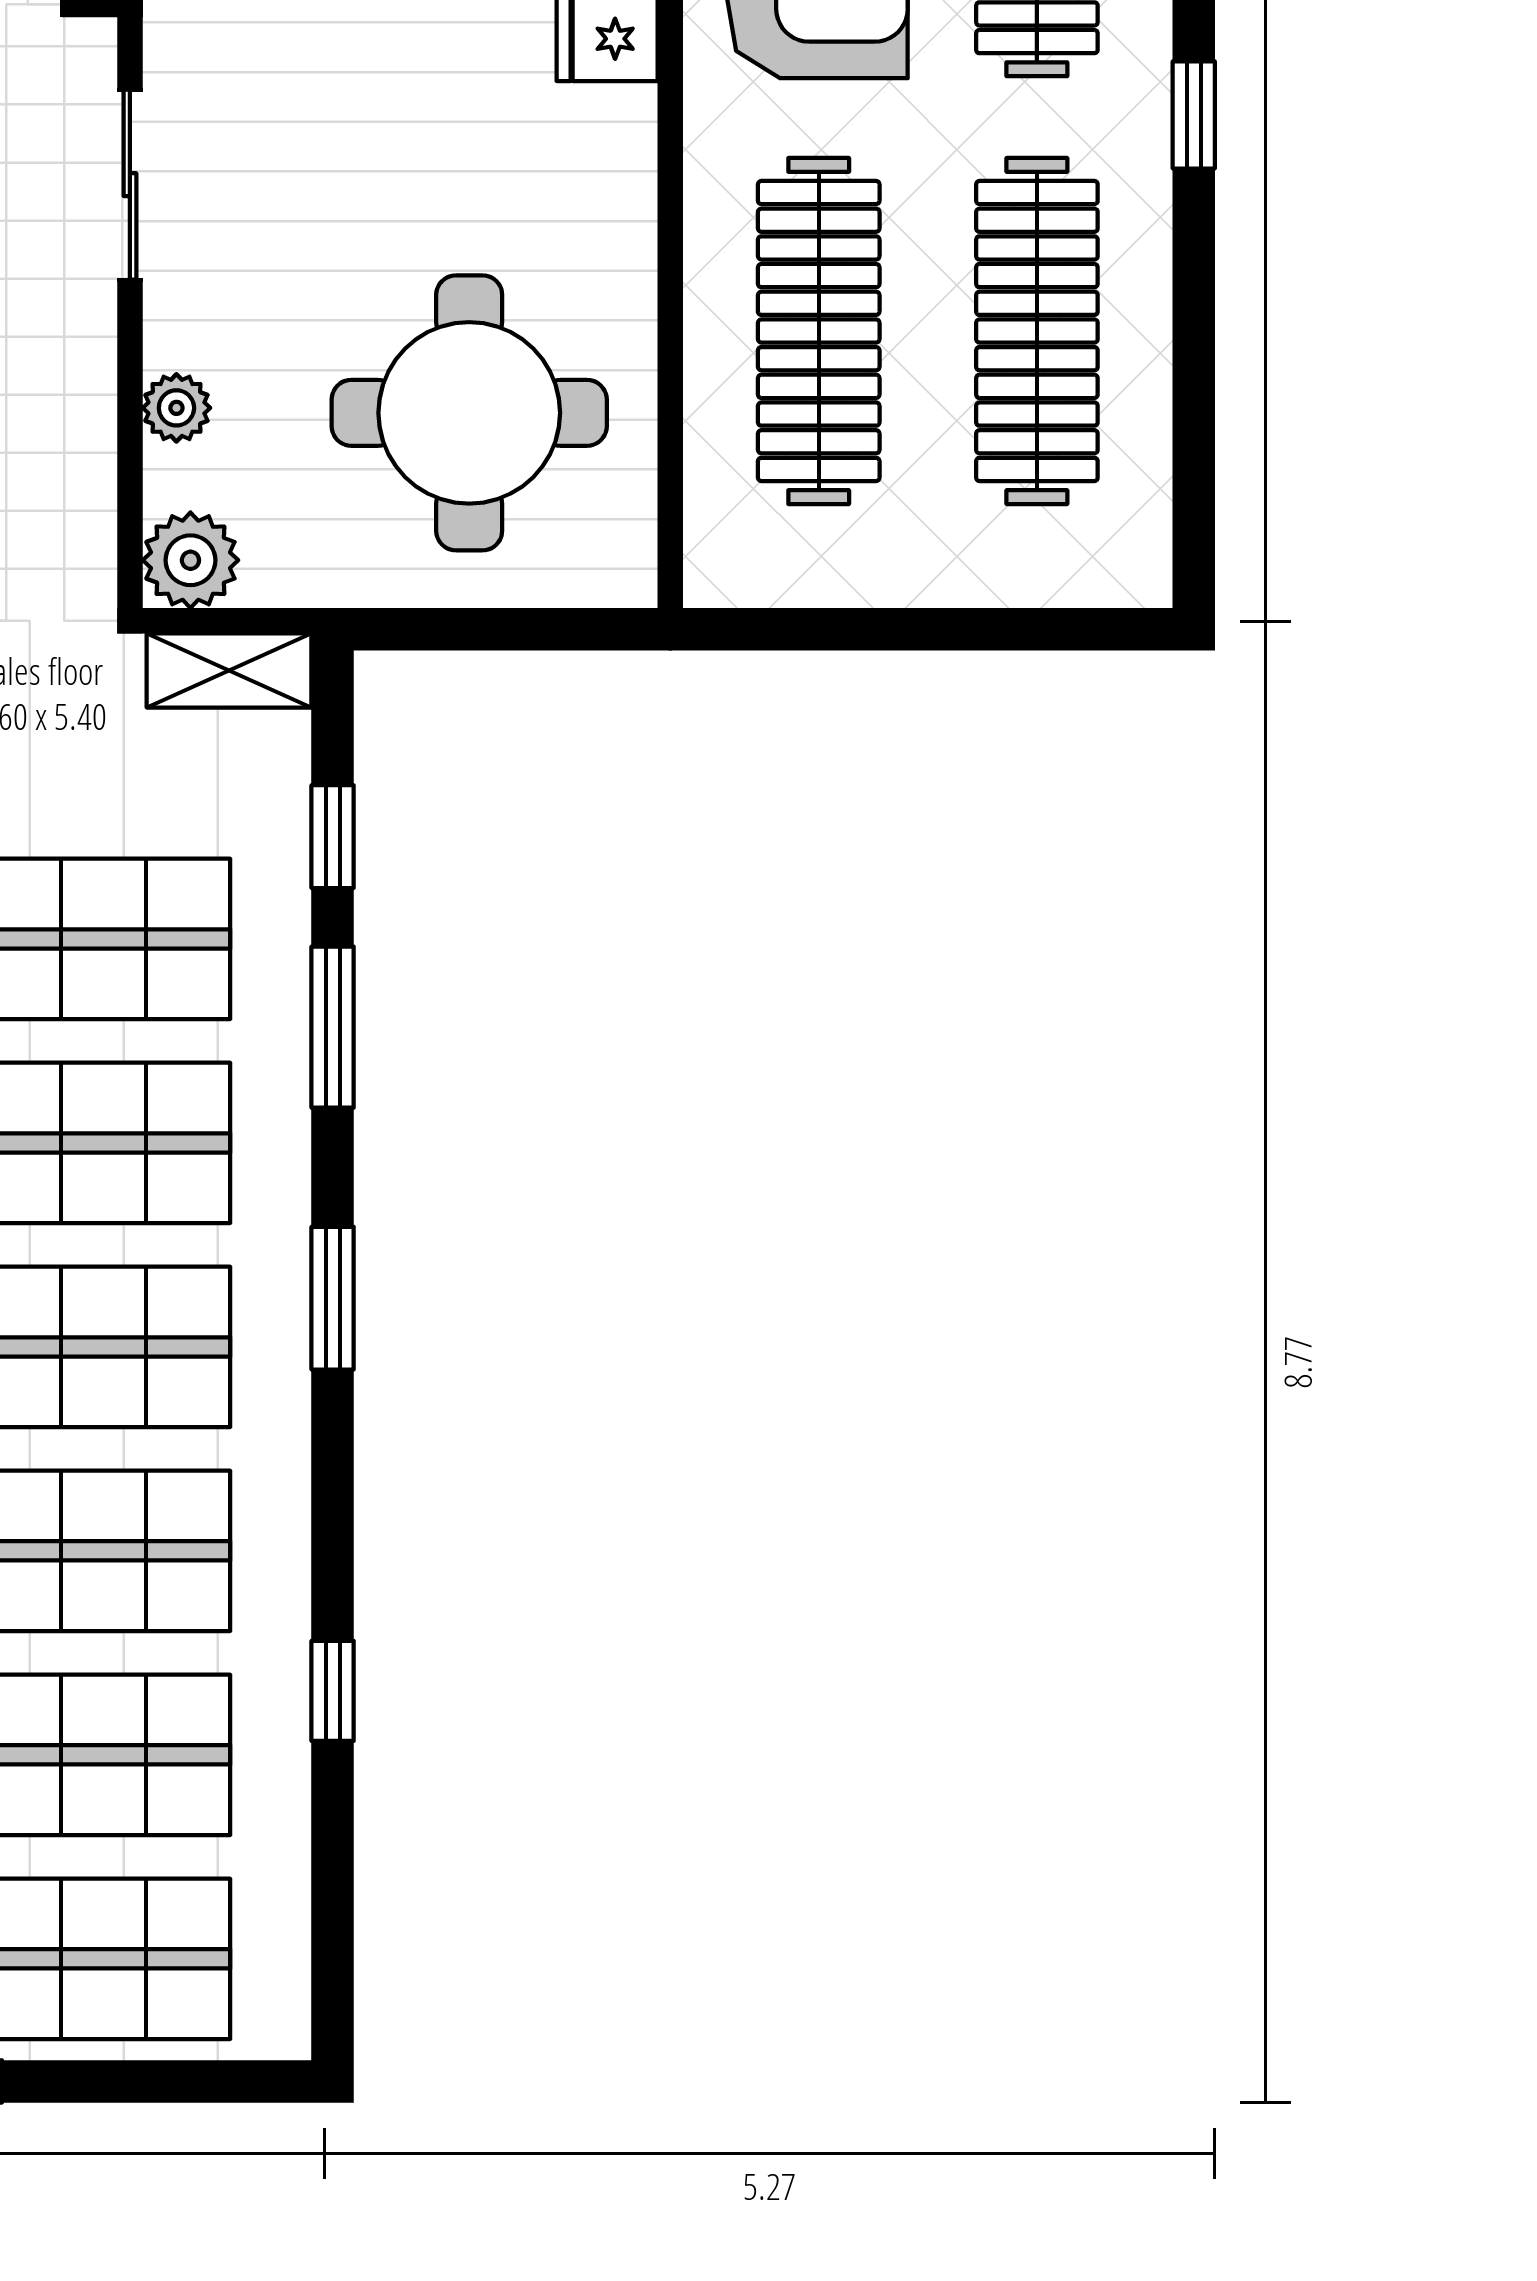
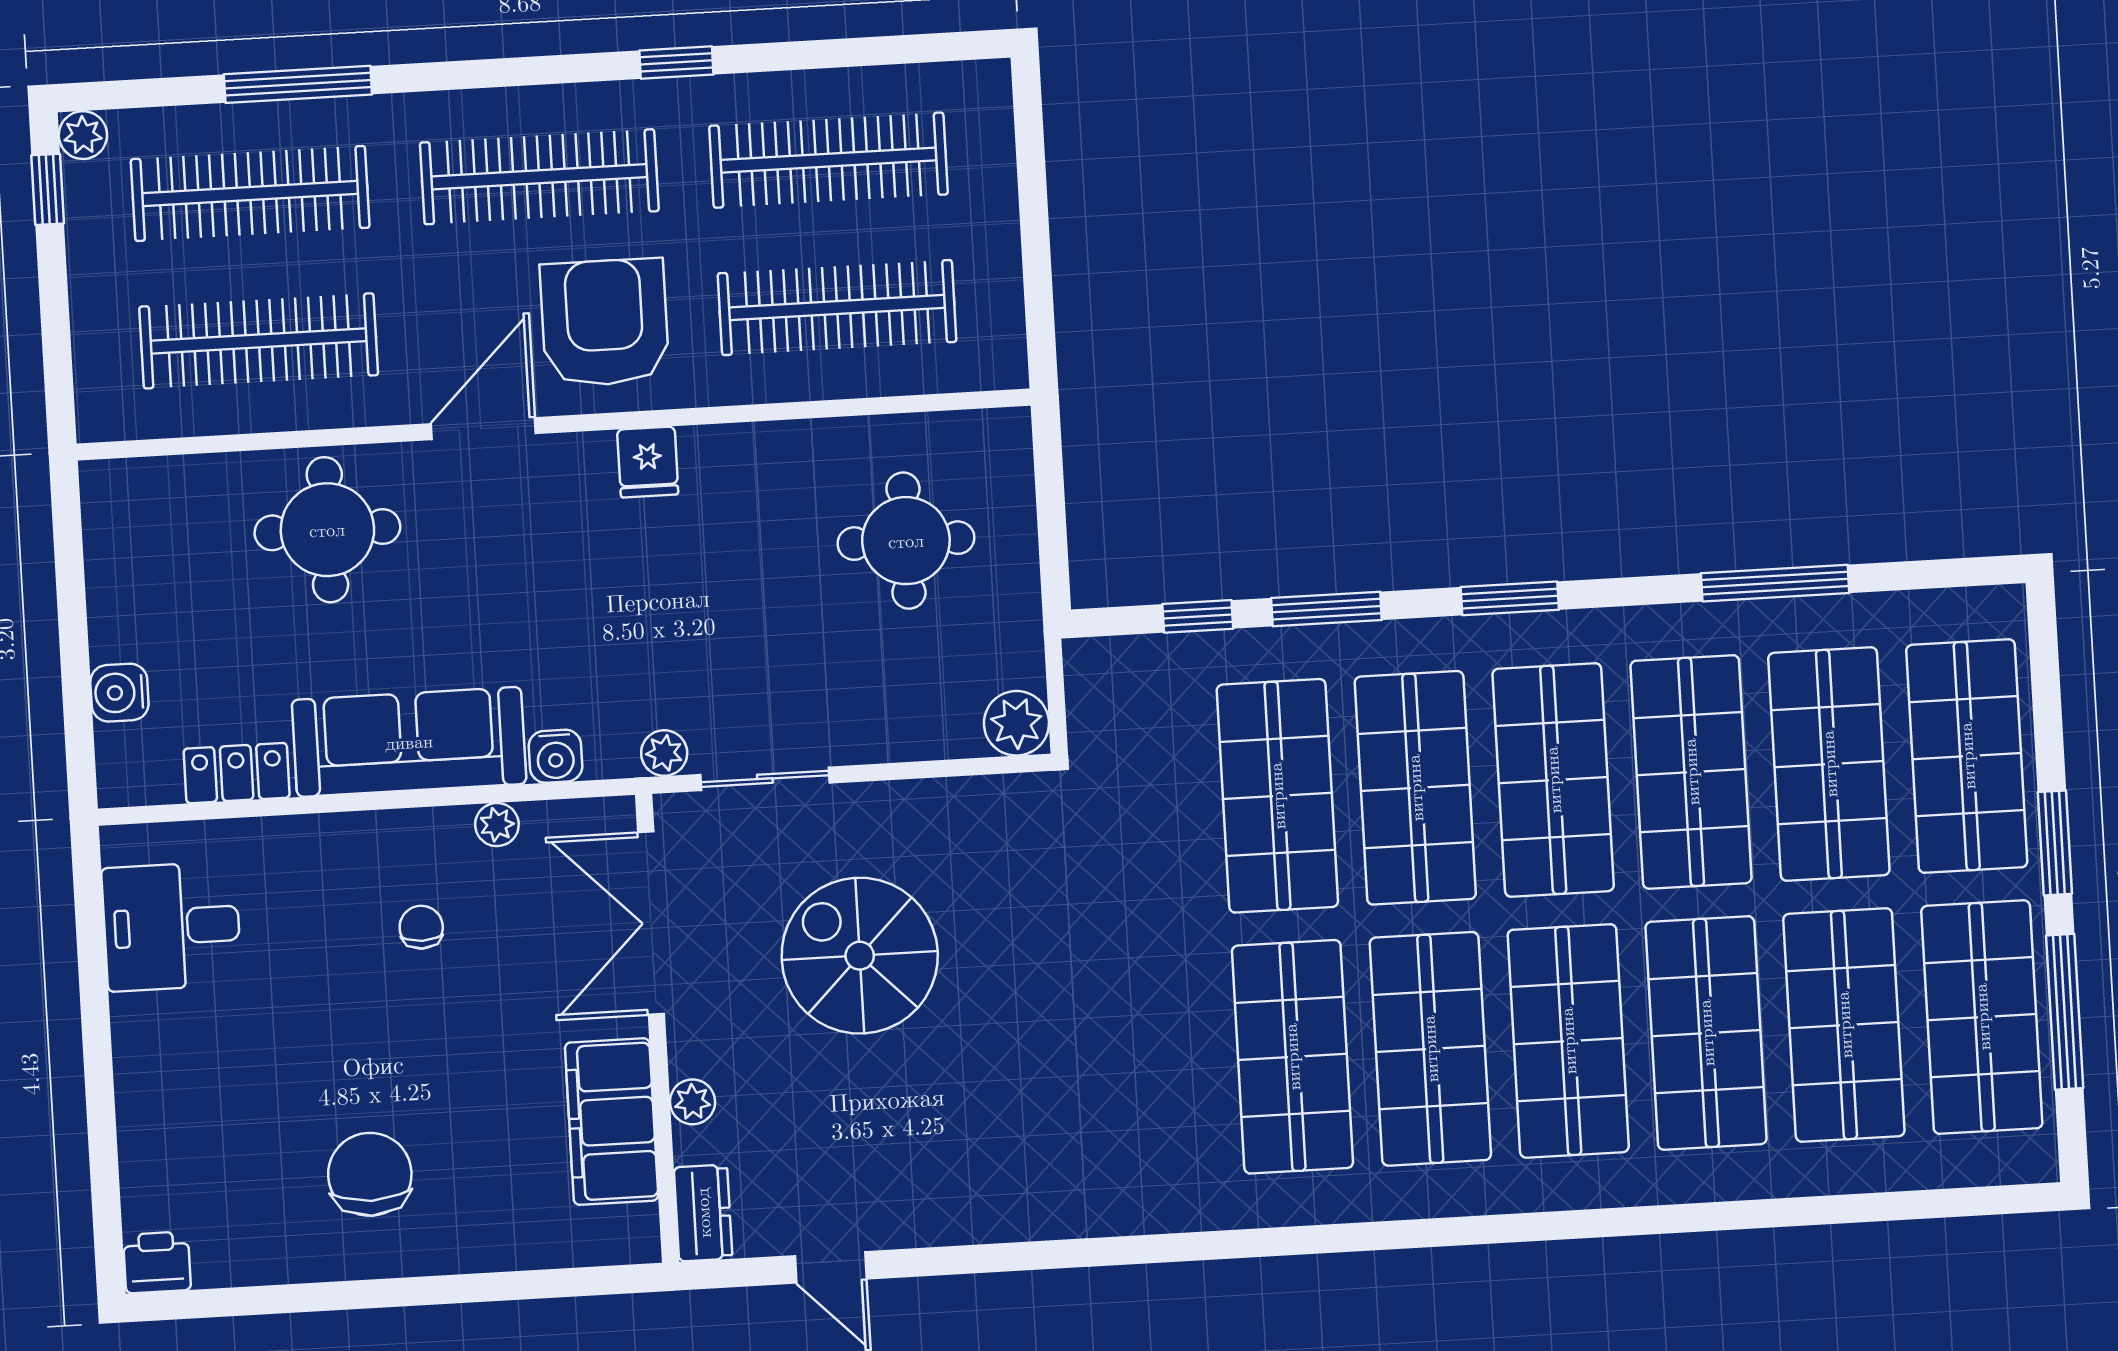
plant: (176, 408) -> (664, 753), moved
round table: (469, 413) -> (906, 541), width x0.73, depth x0.73
shelving: (229, 671) -> (1089, 693), removed
window: (333, 1691) -> (1775, 583), width x2.17

